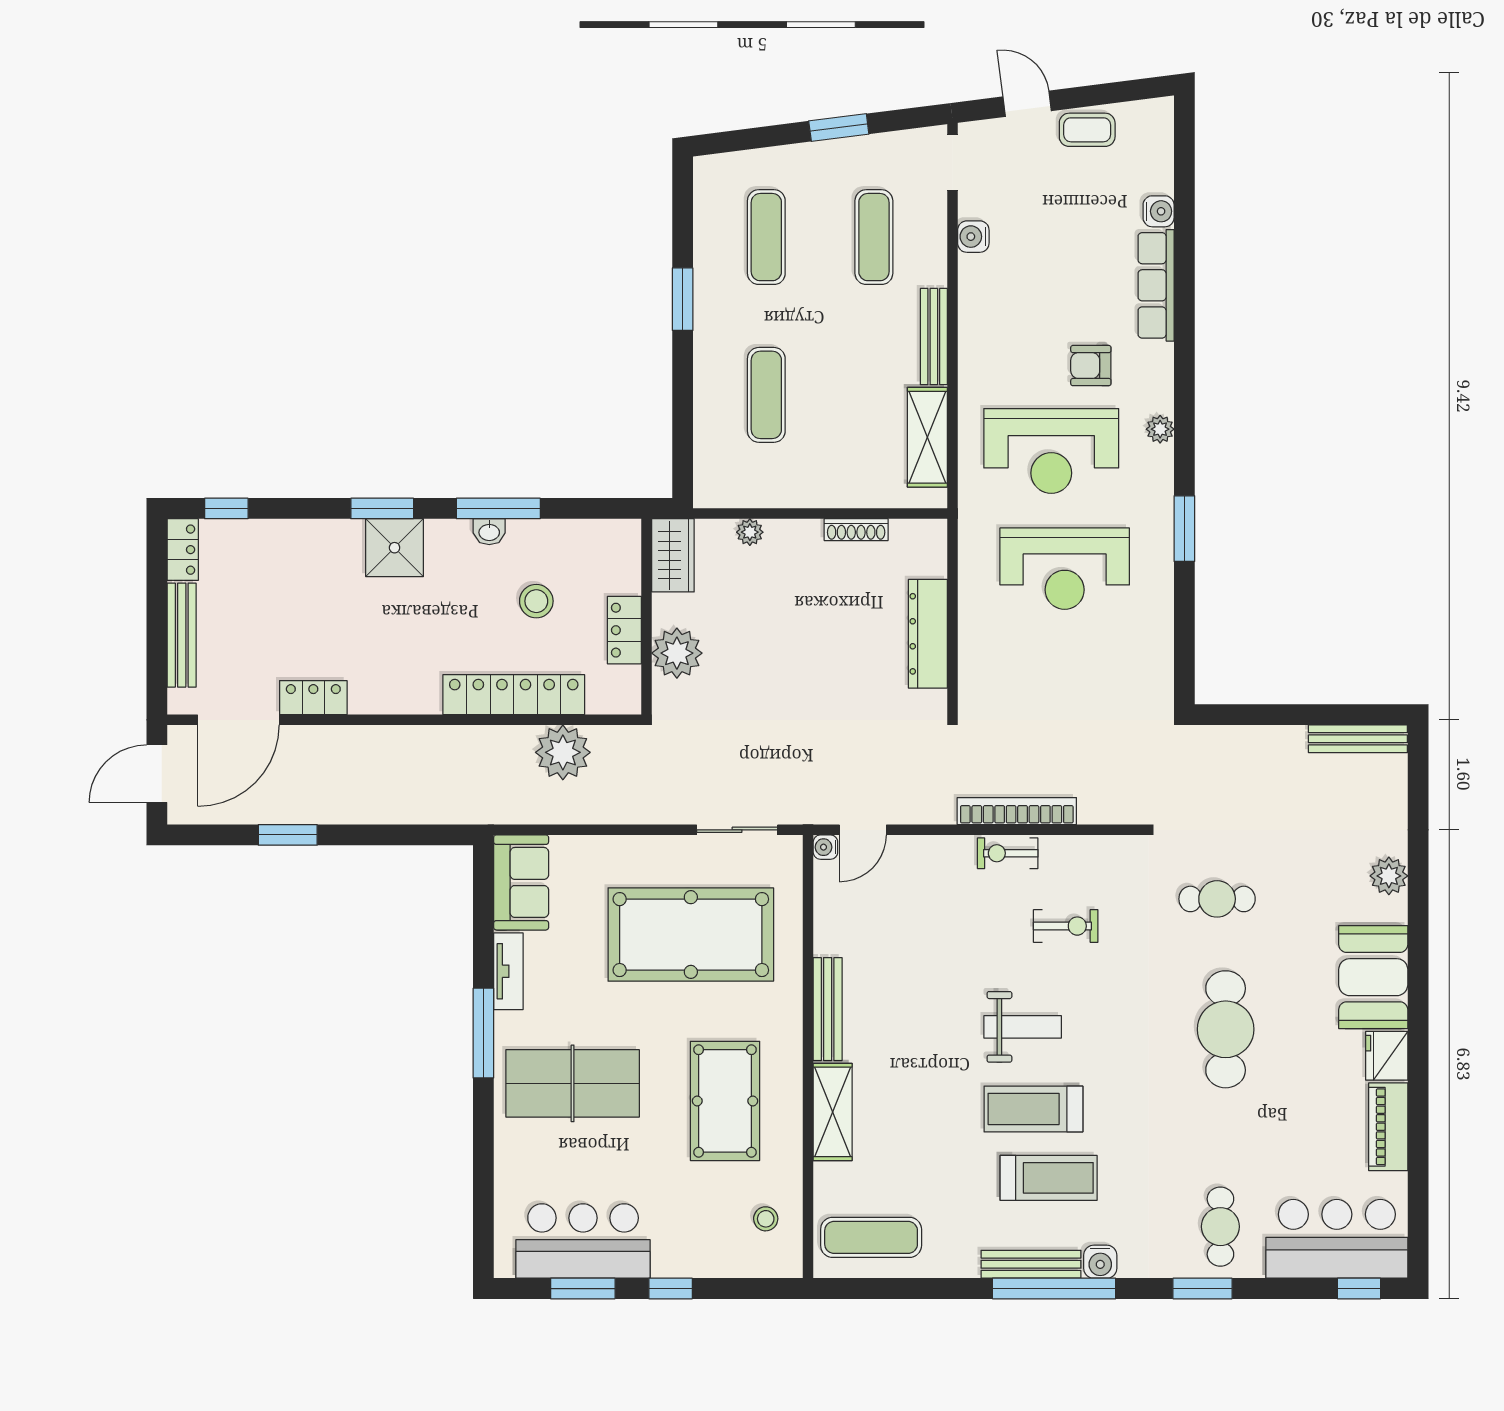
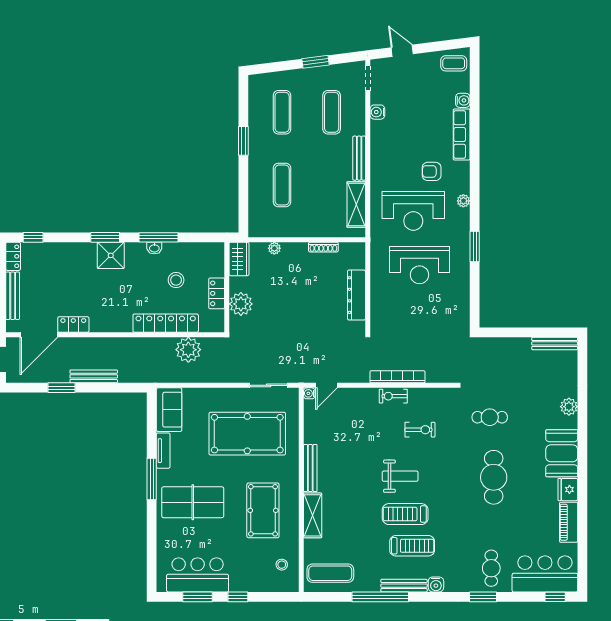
coffee table: (1087, 130) -> (454, 63), moved
bench: (357, 810) -> (94, 376), added
window: (1054, 1289) -> (380, 597), moved

